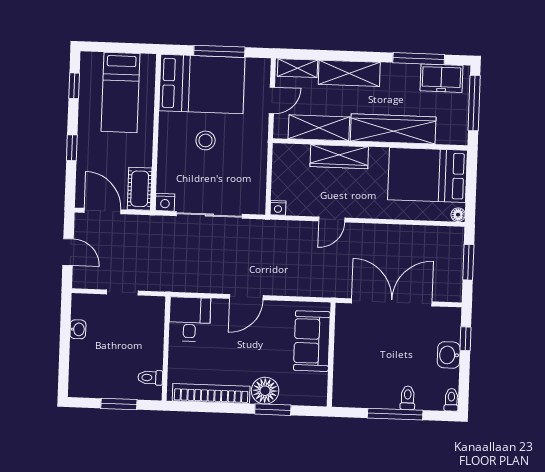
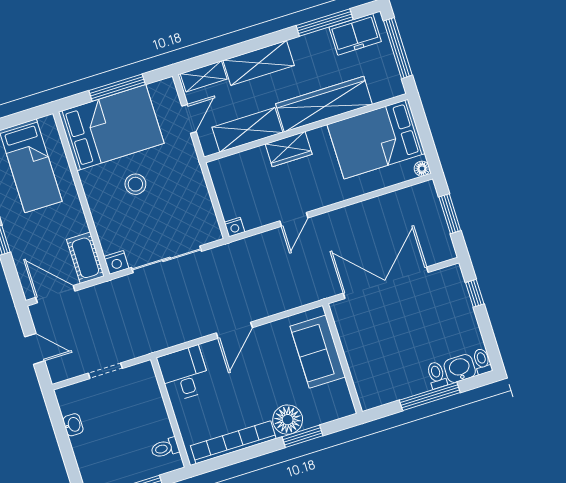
wardrobe: (339, 157) -> (289, 149), width x0.67
washbasin: (449, 355) -> (460, 368), moved, turned 90

